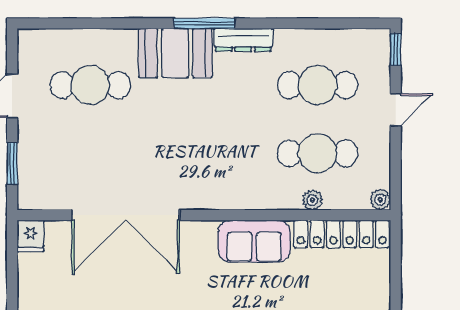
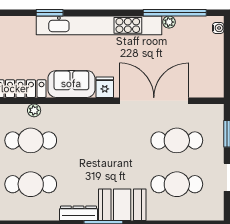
cafe table: (90, 153) -> (177, 140), added
fridge: (31, 236) -> (105, 87), moved

